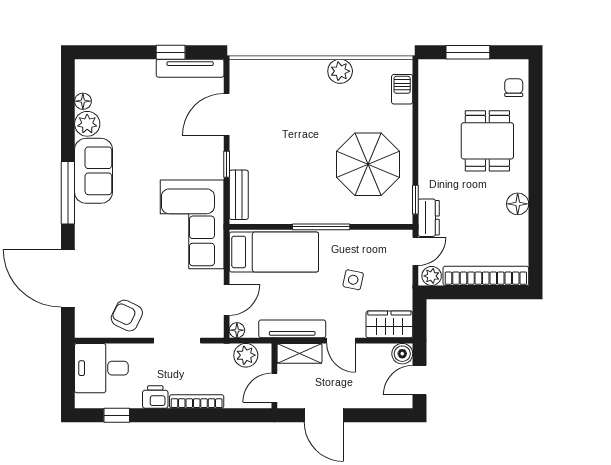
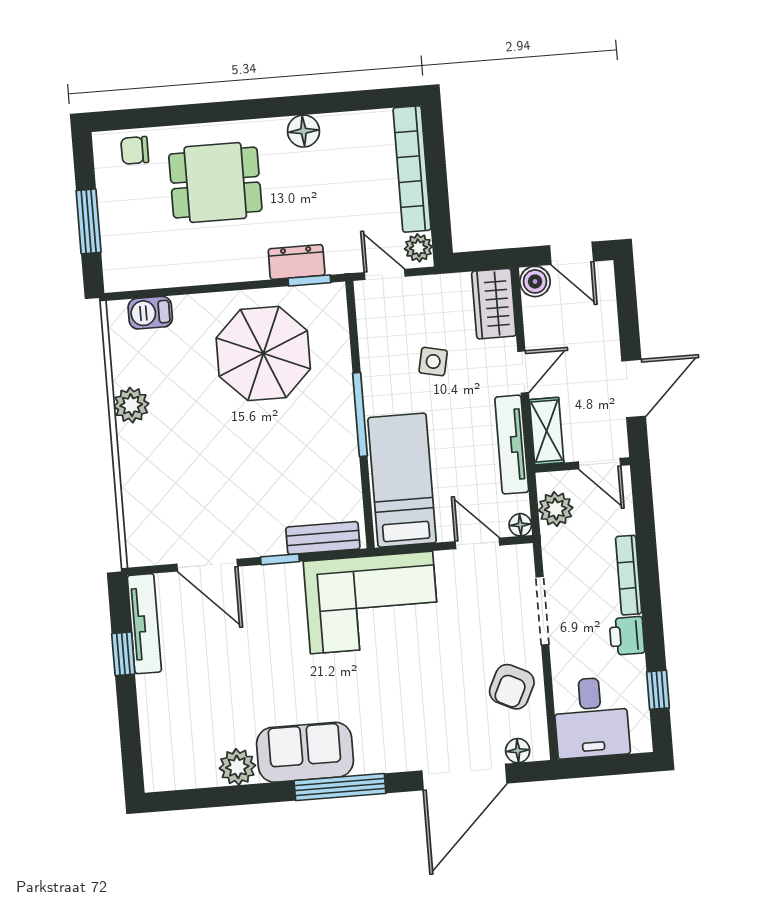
floor lamp: (83, 101) -> (518, 751), moved
dresser: (429, 218) -> (297, 262), moved

